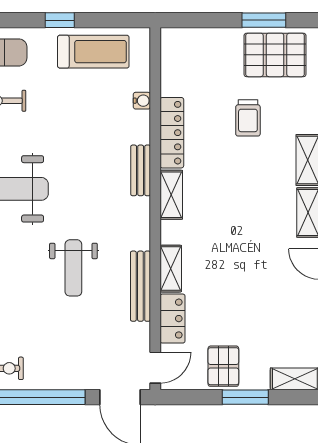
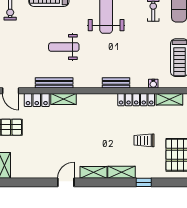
shelving: (171, 195) -> (169, 99), moved

